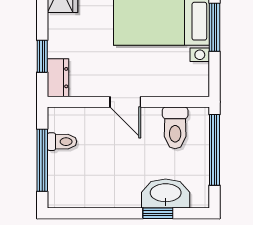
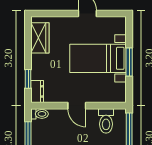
toilet: (62, 142) -> (40, 114), moved

